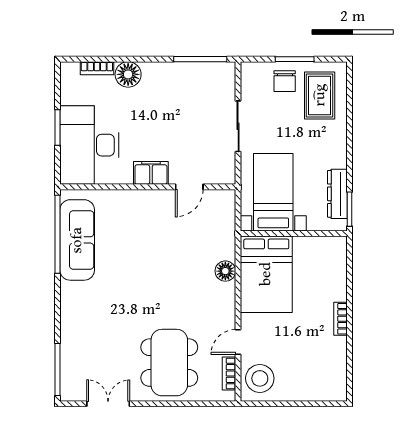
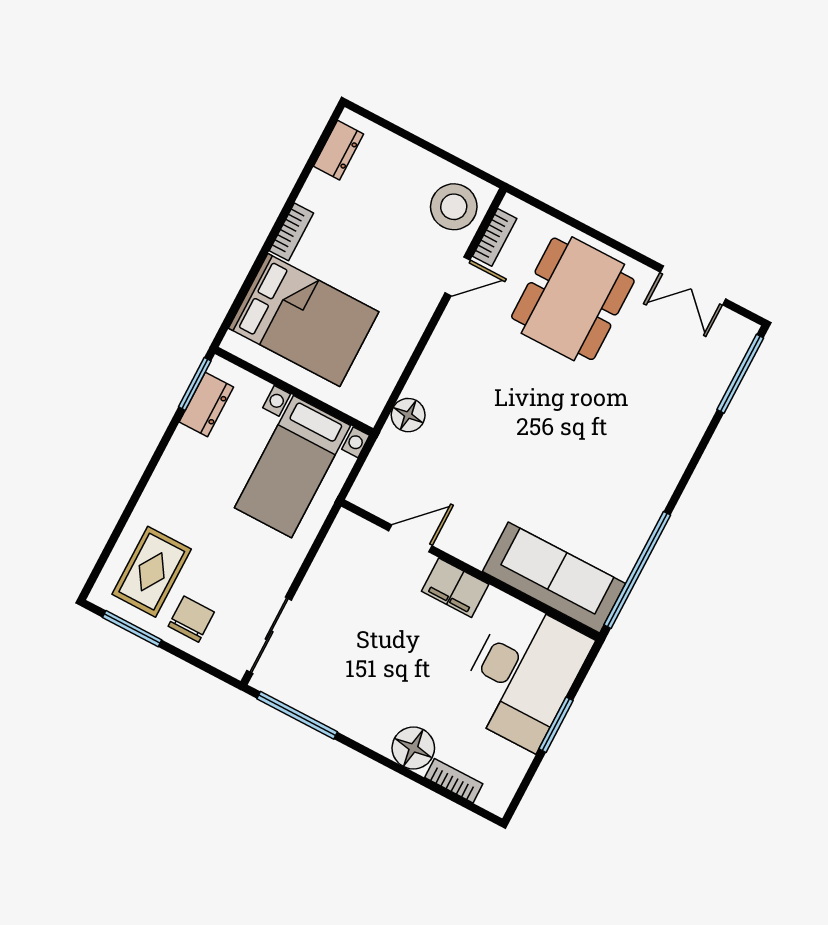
window: (295, 59) -> (132, 629), moved
sliding door: (238, 126) -> (269, 635), moved
dresser: (337, 194) -> (206, 404), width x0.70
sofa: (77, 240) -> (554, 578), moved, turned 90
floor lamp: (225, 271) -> (408, 415), moved
bed: (266, 274) -> (304, 320), moved, turned 90
dresser: (338, 376) -> (339, 150), added

